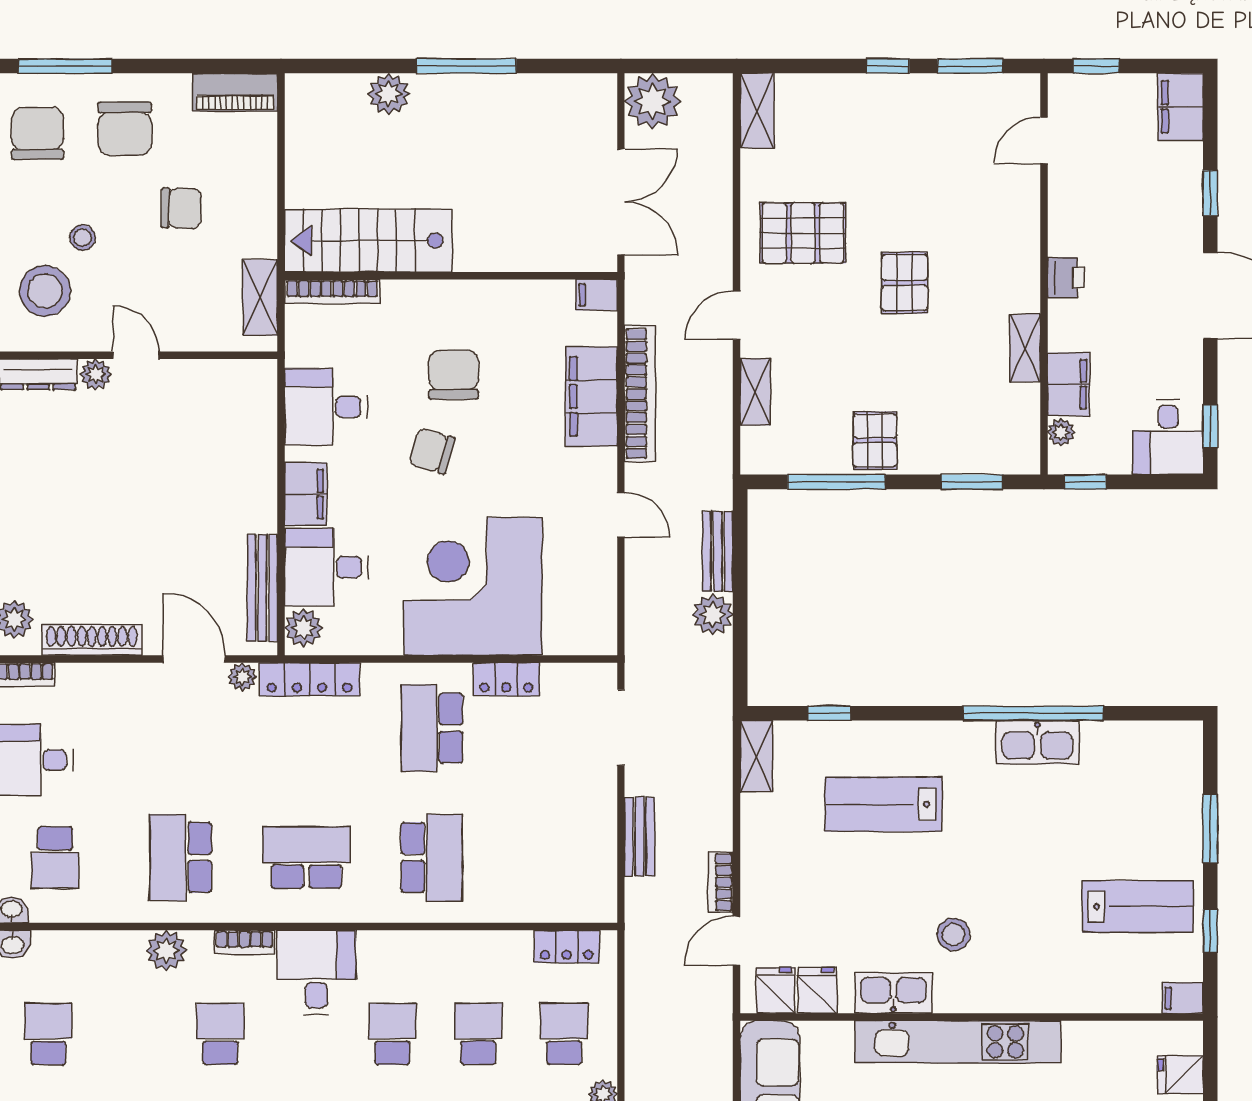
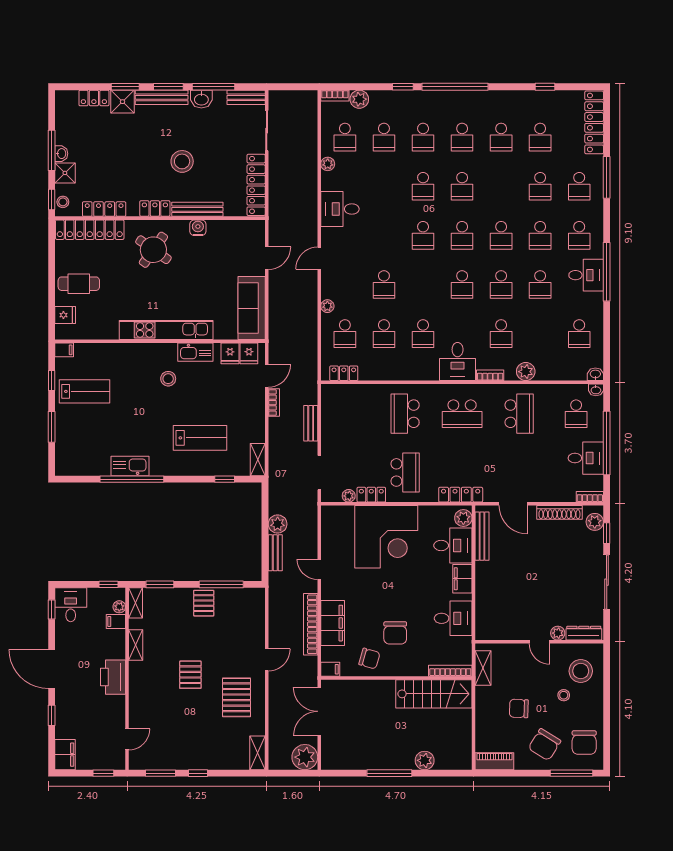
chair: (125, 129) -> (545, 745), turned -148
pallet: (803, 233) -> (237, 697), turned 90
printer: (1066, 278) -> (113, 677), width x1.87, depth x1.48
filing cabinet: (1069, 384) -> (116, 621), width x0.50
shelving: (755, 392) -> (136, 603), moved
chair: (432, 451) -> (369, 659), moved
plant: (242, 677) -> (349, 496), moved
school desk: (55, 857) -> (576, 414), turned 180
lab bench: (1138, 907) -> (85, 391), turned 180

